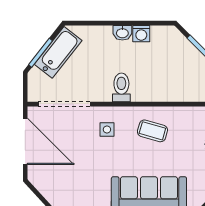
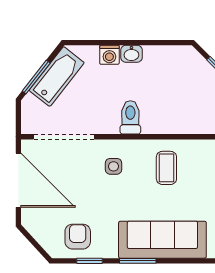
washing machine: (141, 34) -> (109, 55), moved
coffee table: (152, 131) -> (166, 168), turned 74
armchair: (76, 190) -> (78, 237), added

